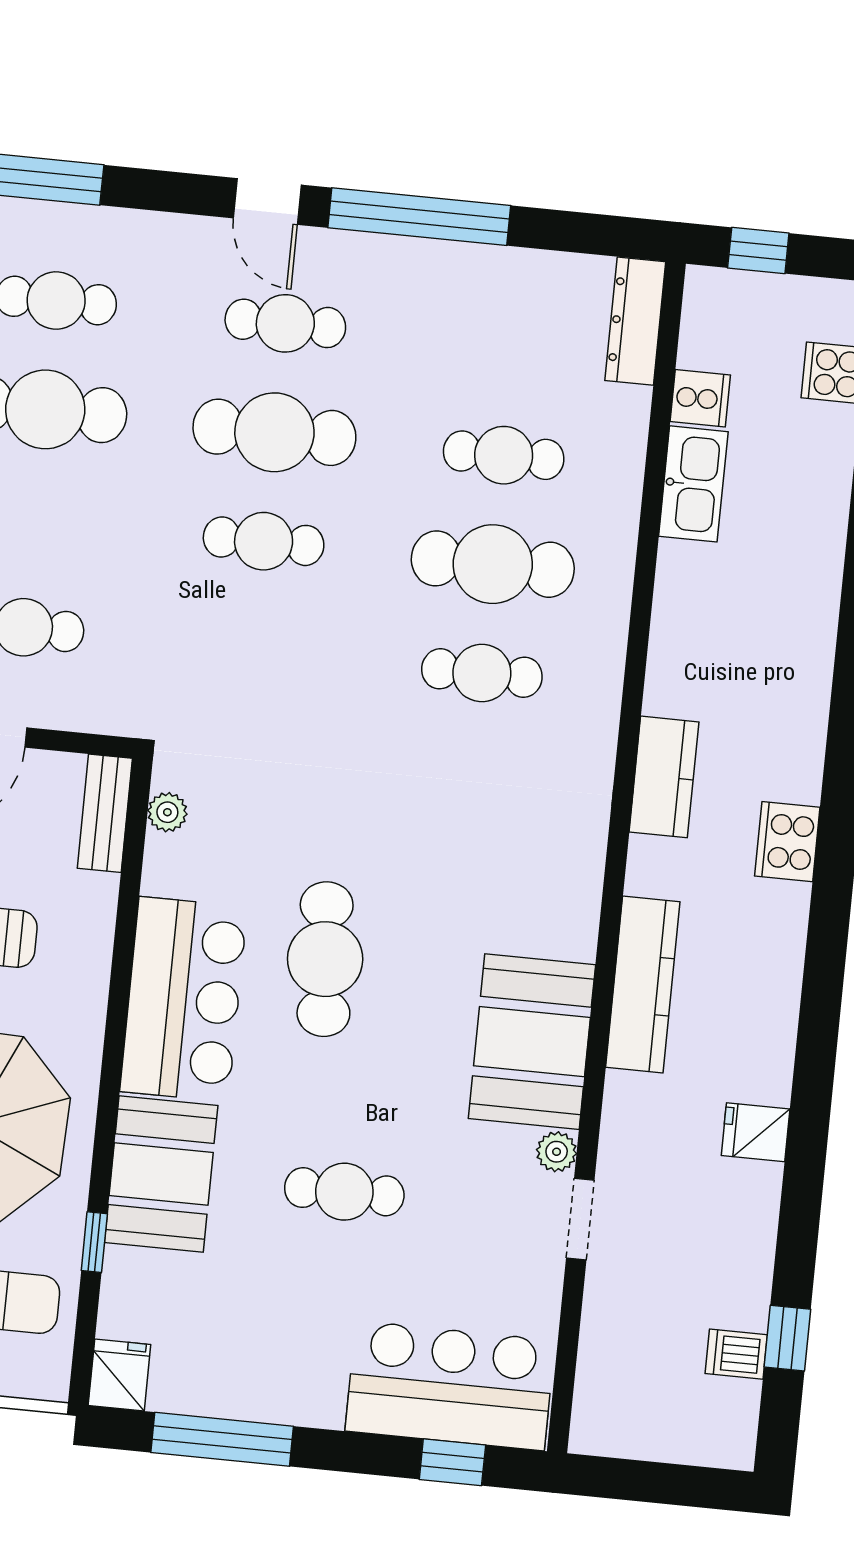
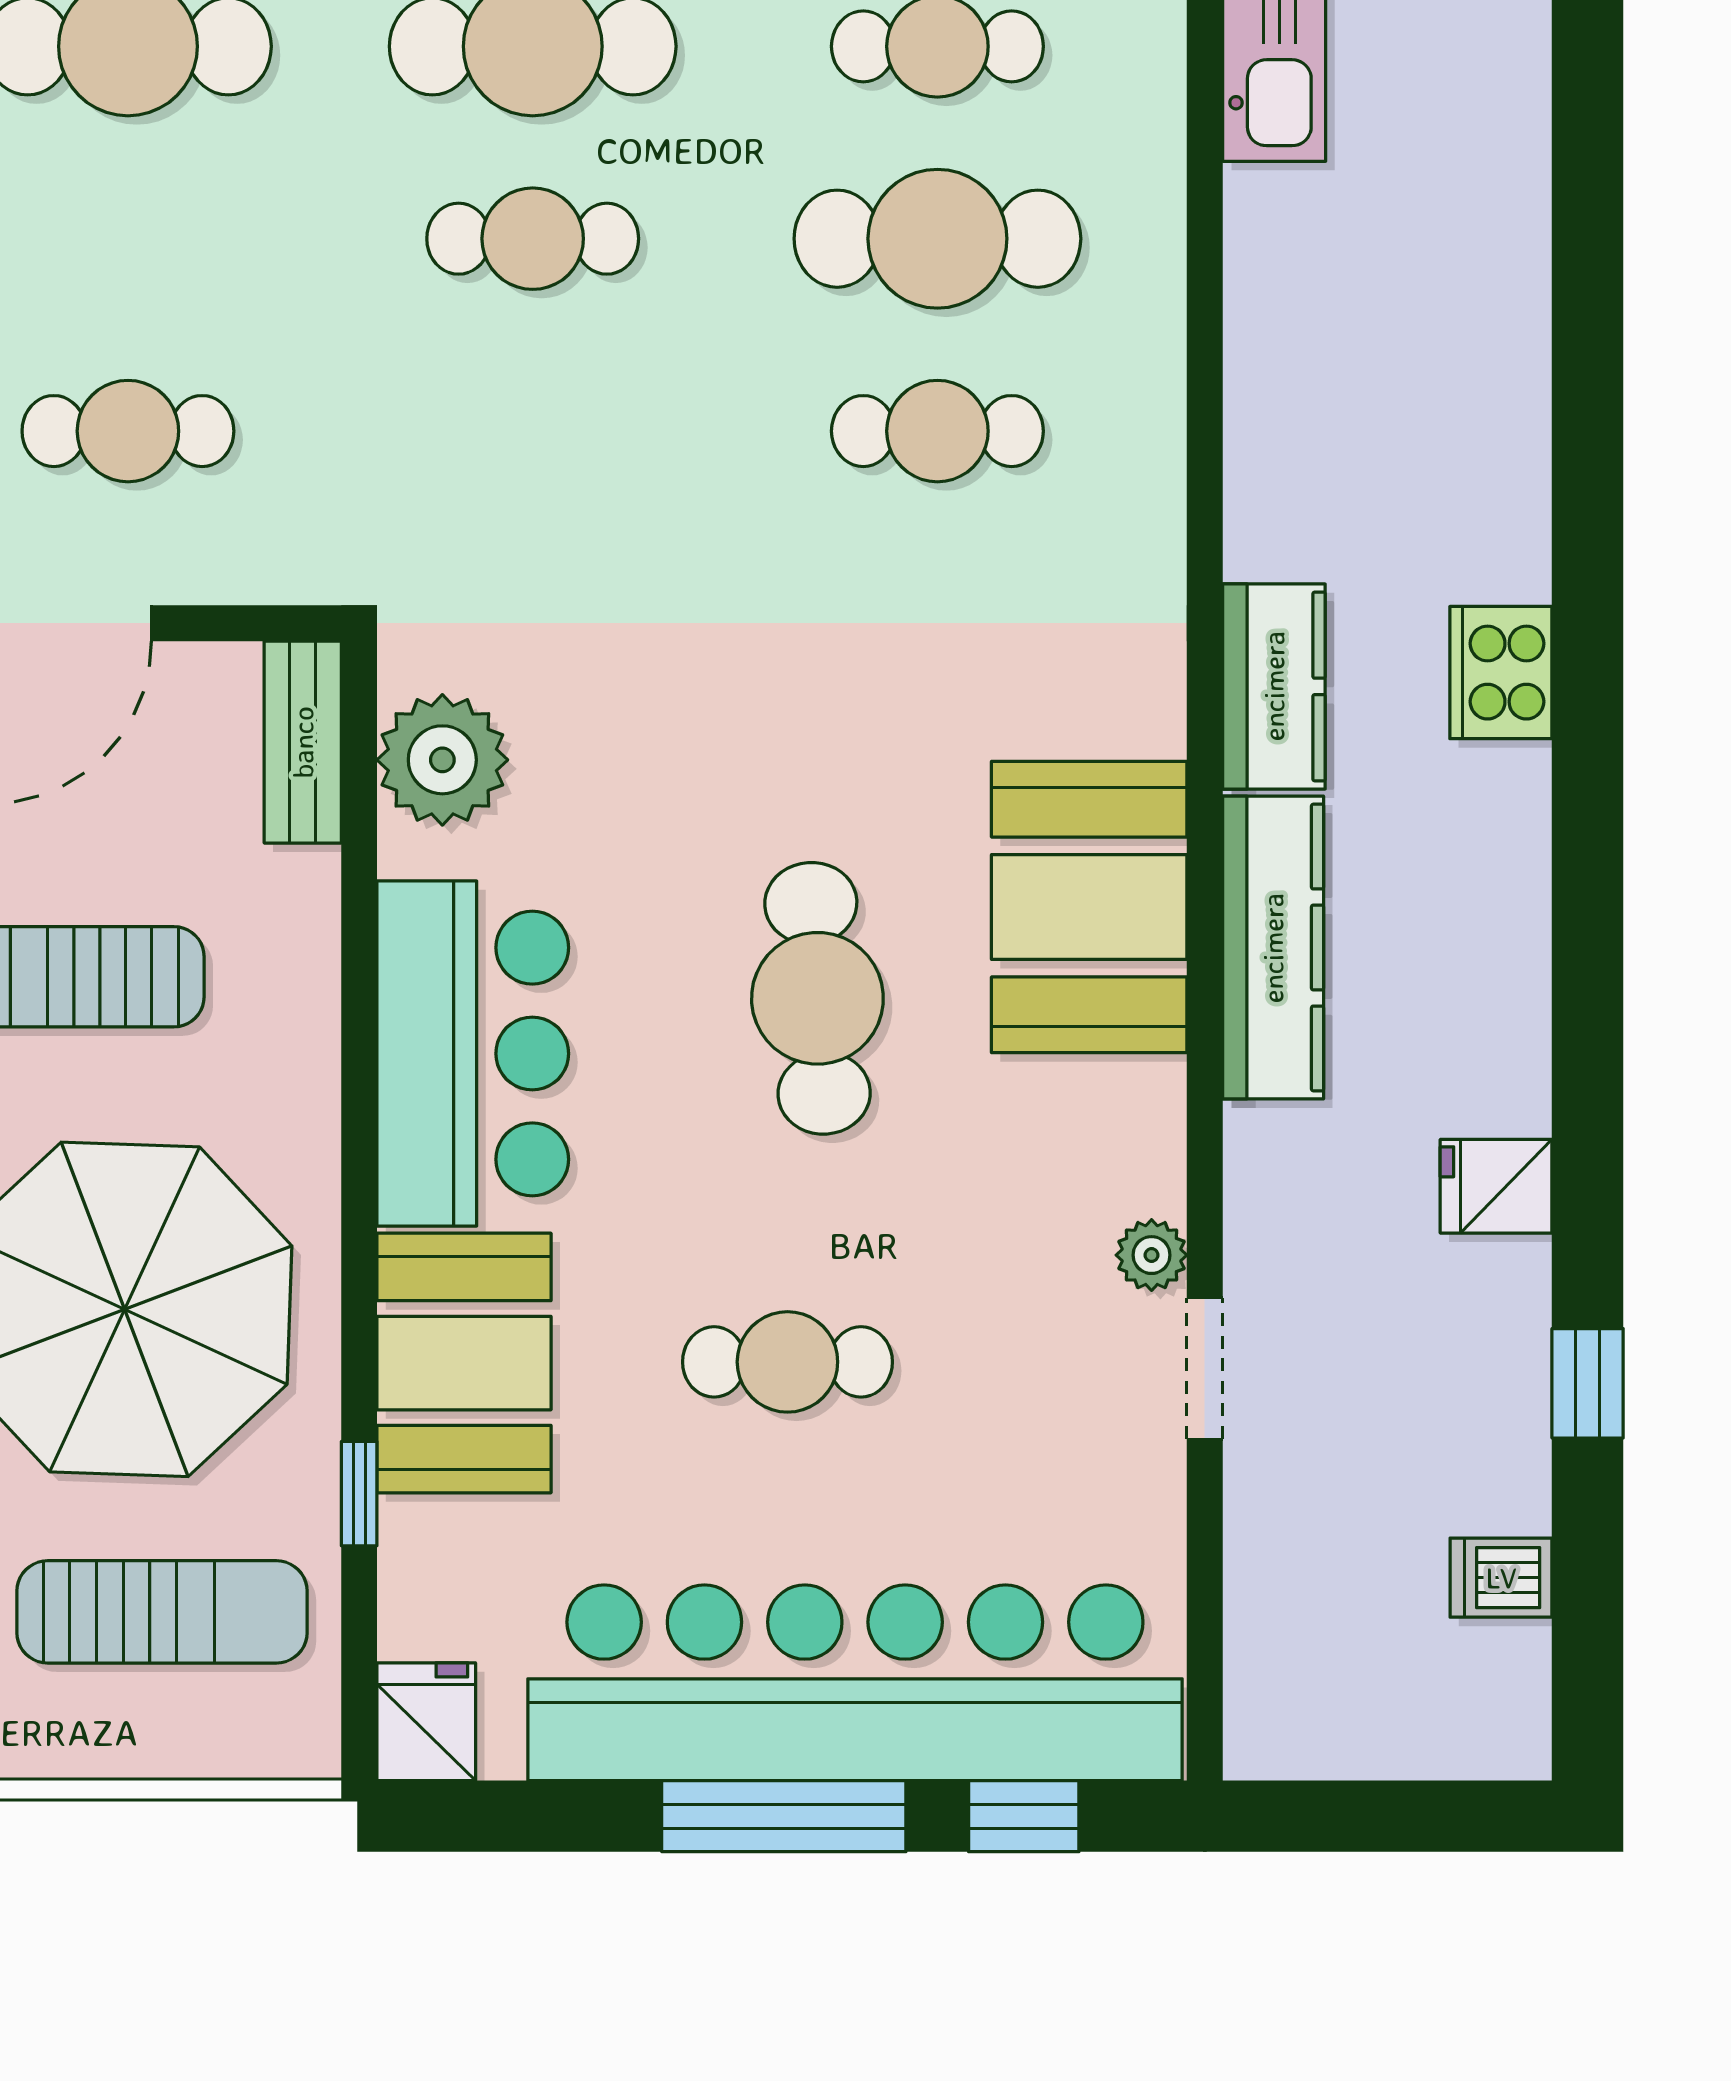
kitchen counter: (664, 777) -> (1274, 686), moved
plant: (167, 812) -> (442, 760), width x1.88, depth x1.88
cafe table: (325, 959) -> (817, 998), moved
booth: (532, 1042) -> (1089, 907), moved
window: (787, 1338) -> (1588, 1383), moved
bar counter: (450, 1386) -> (855, 1683), width x1.86
window: (222, 1439) -> (784, 1816), moved

